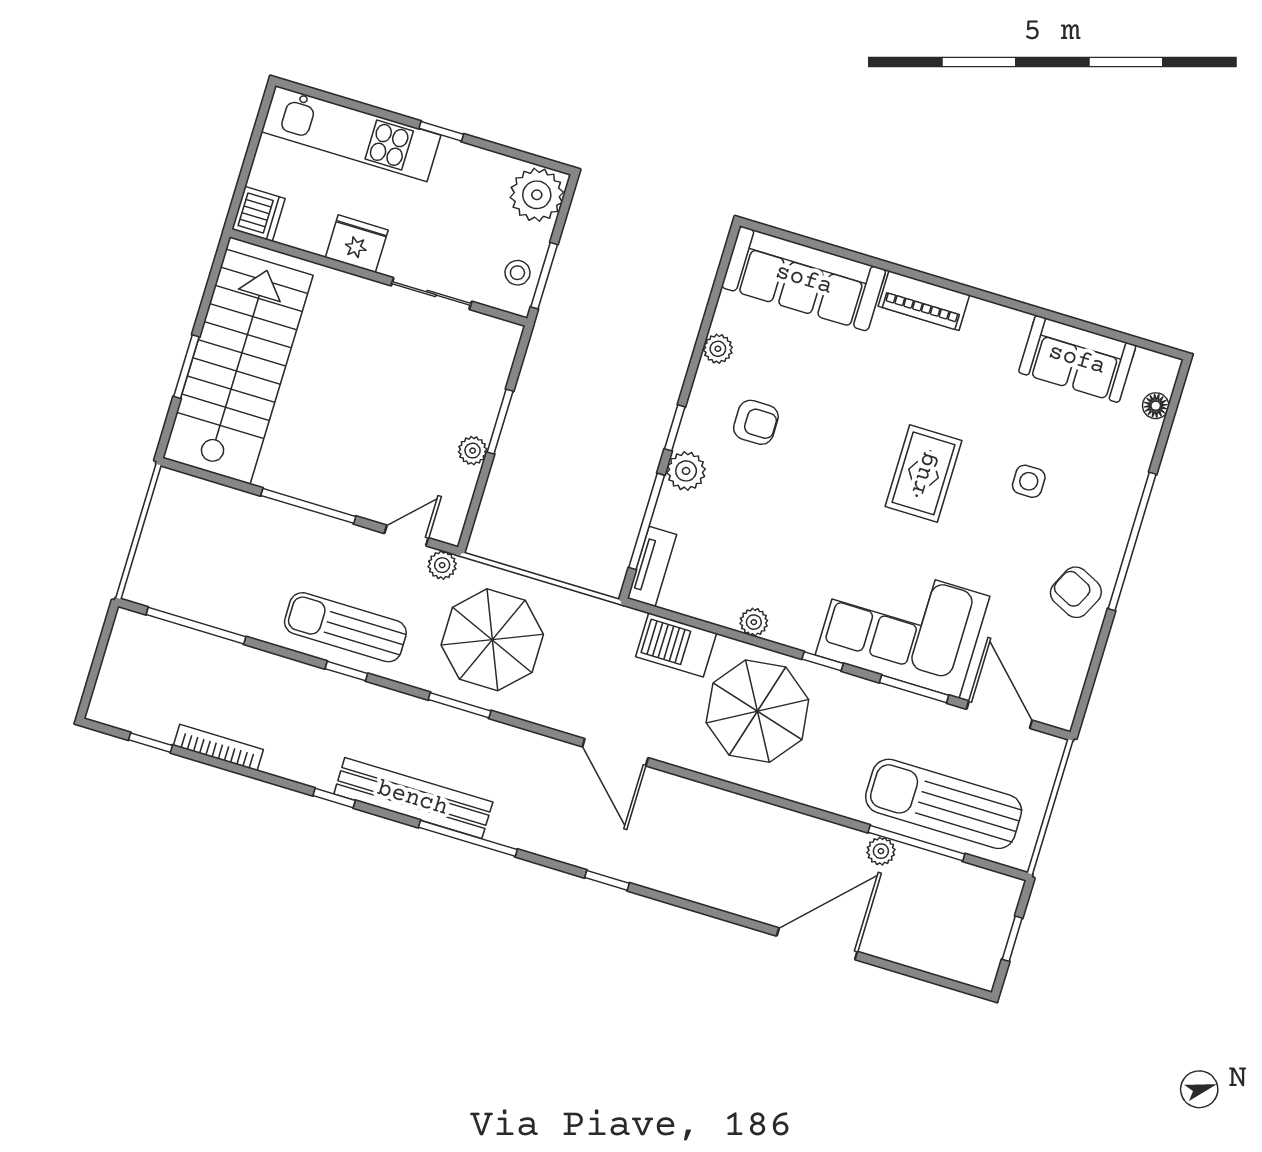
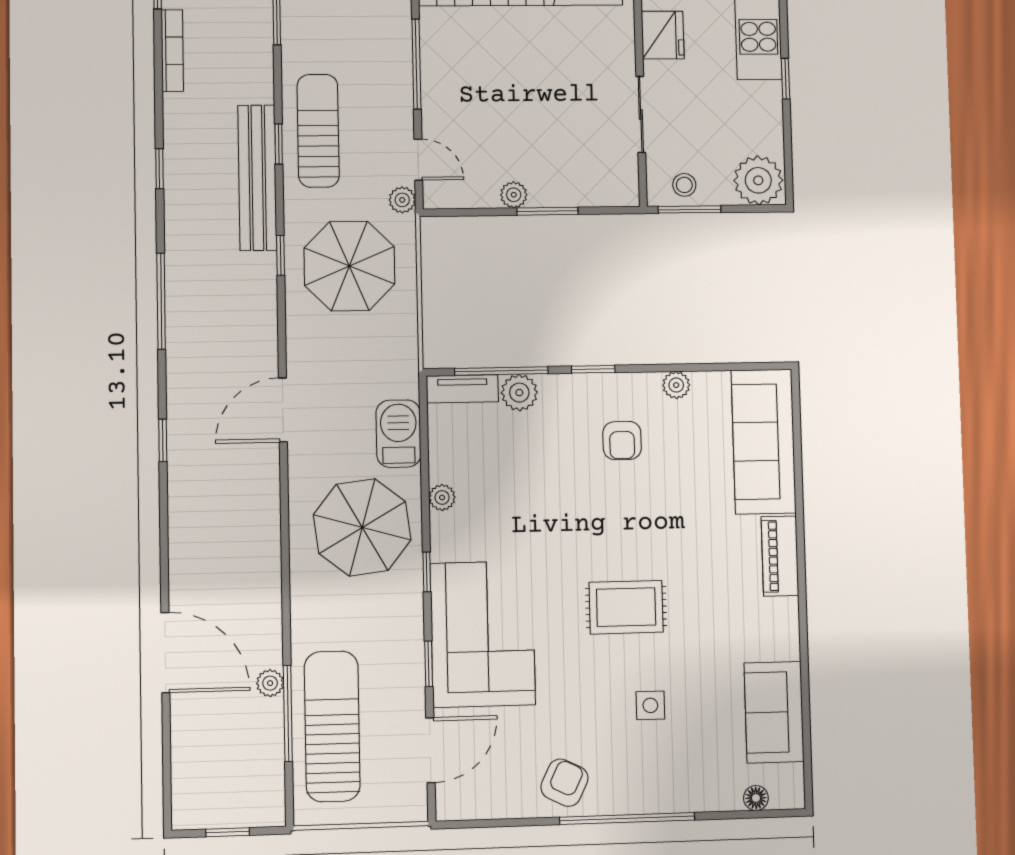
plant: (686, 471) -> (519, 393), moved
window: (914, 689) -> (429, 664), width x0.67
window: (460, 705) -> (280, 255), width x0.67
bench: (413, 798) -> (257, 178), moved

